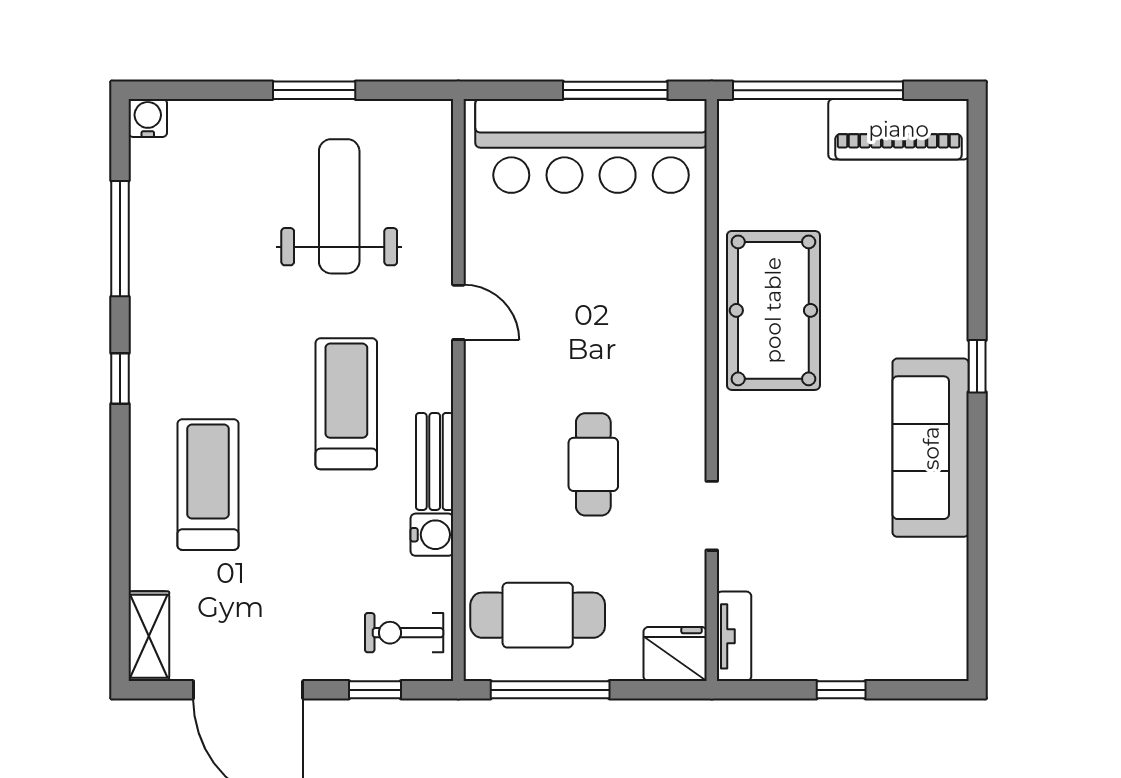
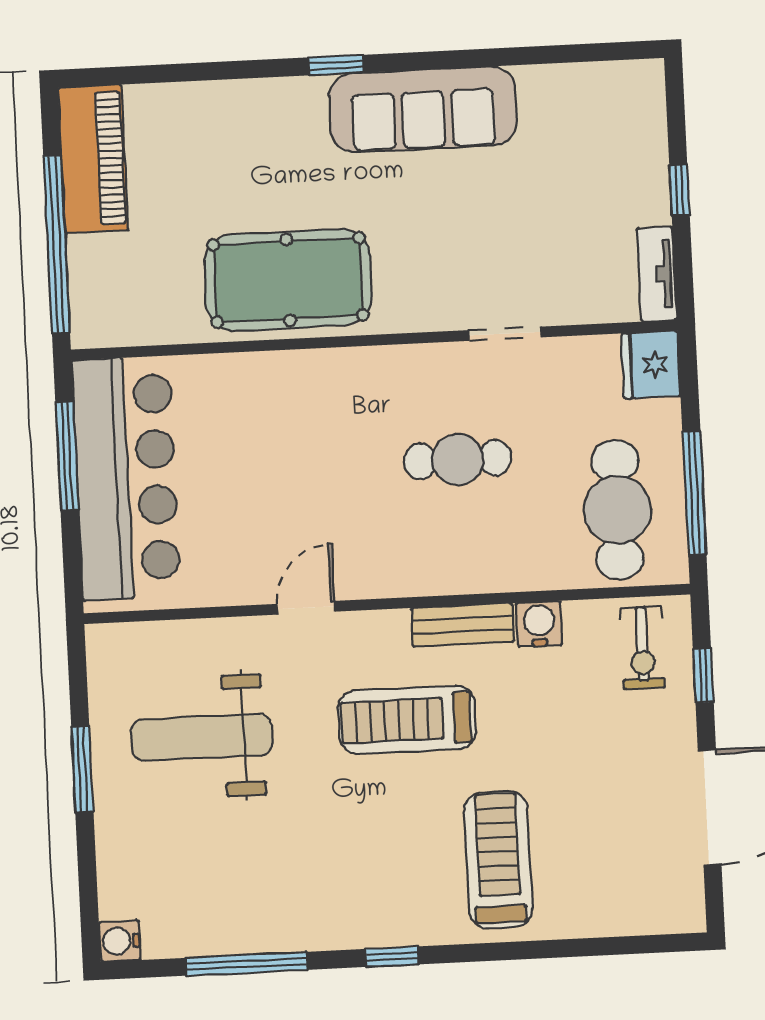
treadmill: (208, 485) -> (498, 860), turned 90
shelving: (149, 636) -> (659, 914), removed
tv unit: (734, 636) -> (657, 274), moved, turned -90

